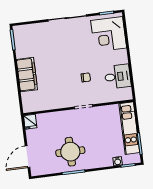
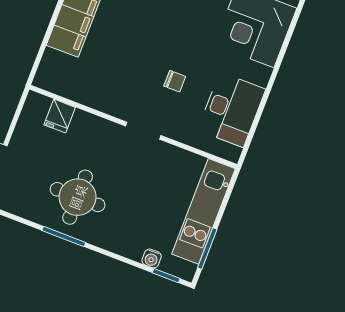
desk: (118, 77) -> (232, 110), width x1.37
fridge: (30, 122) -> (60, 116), moved

